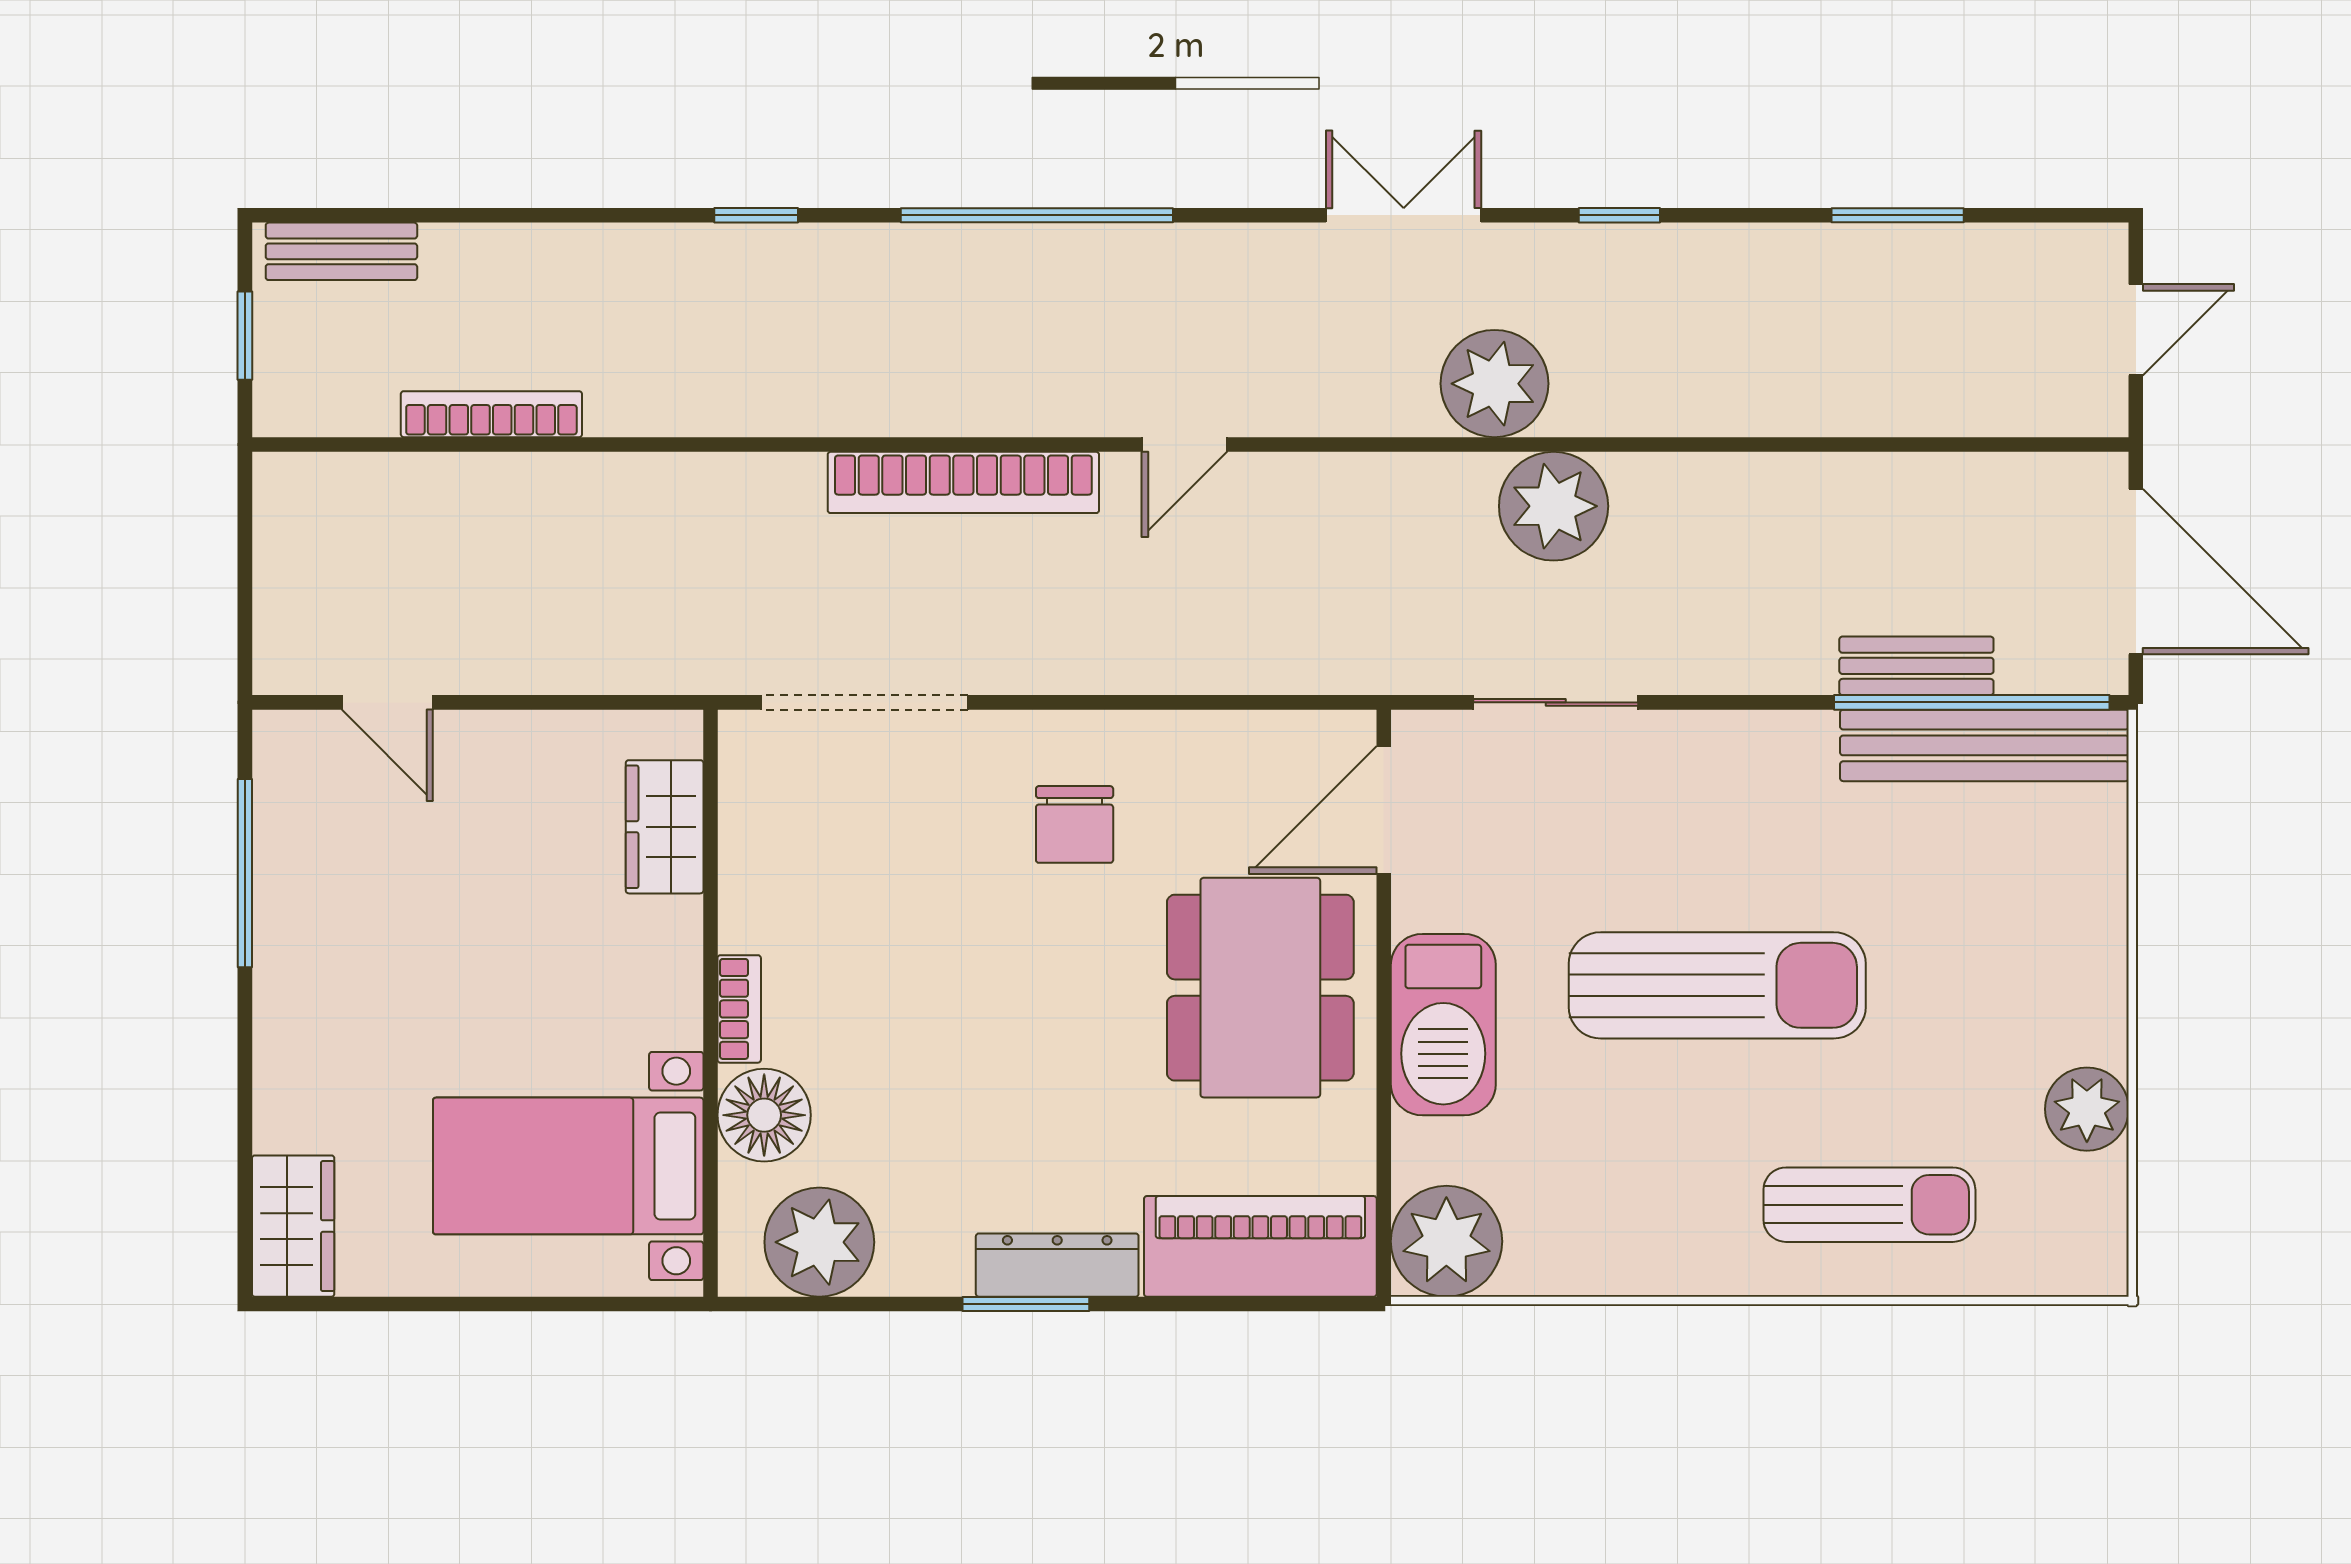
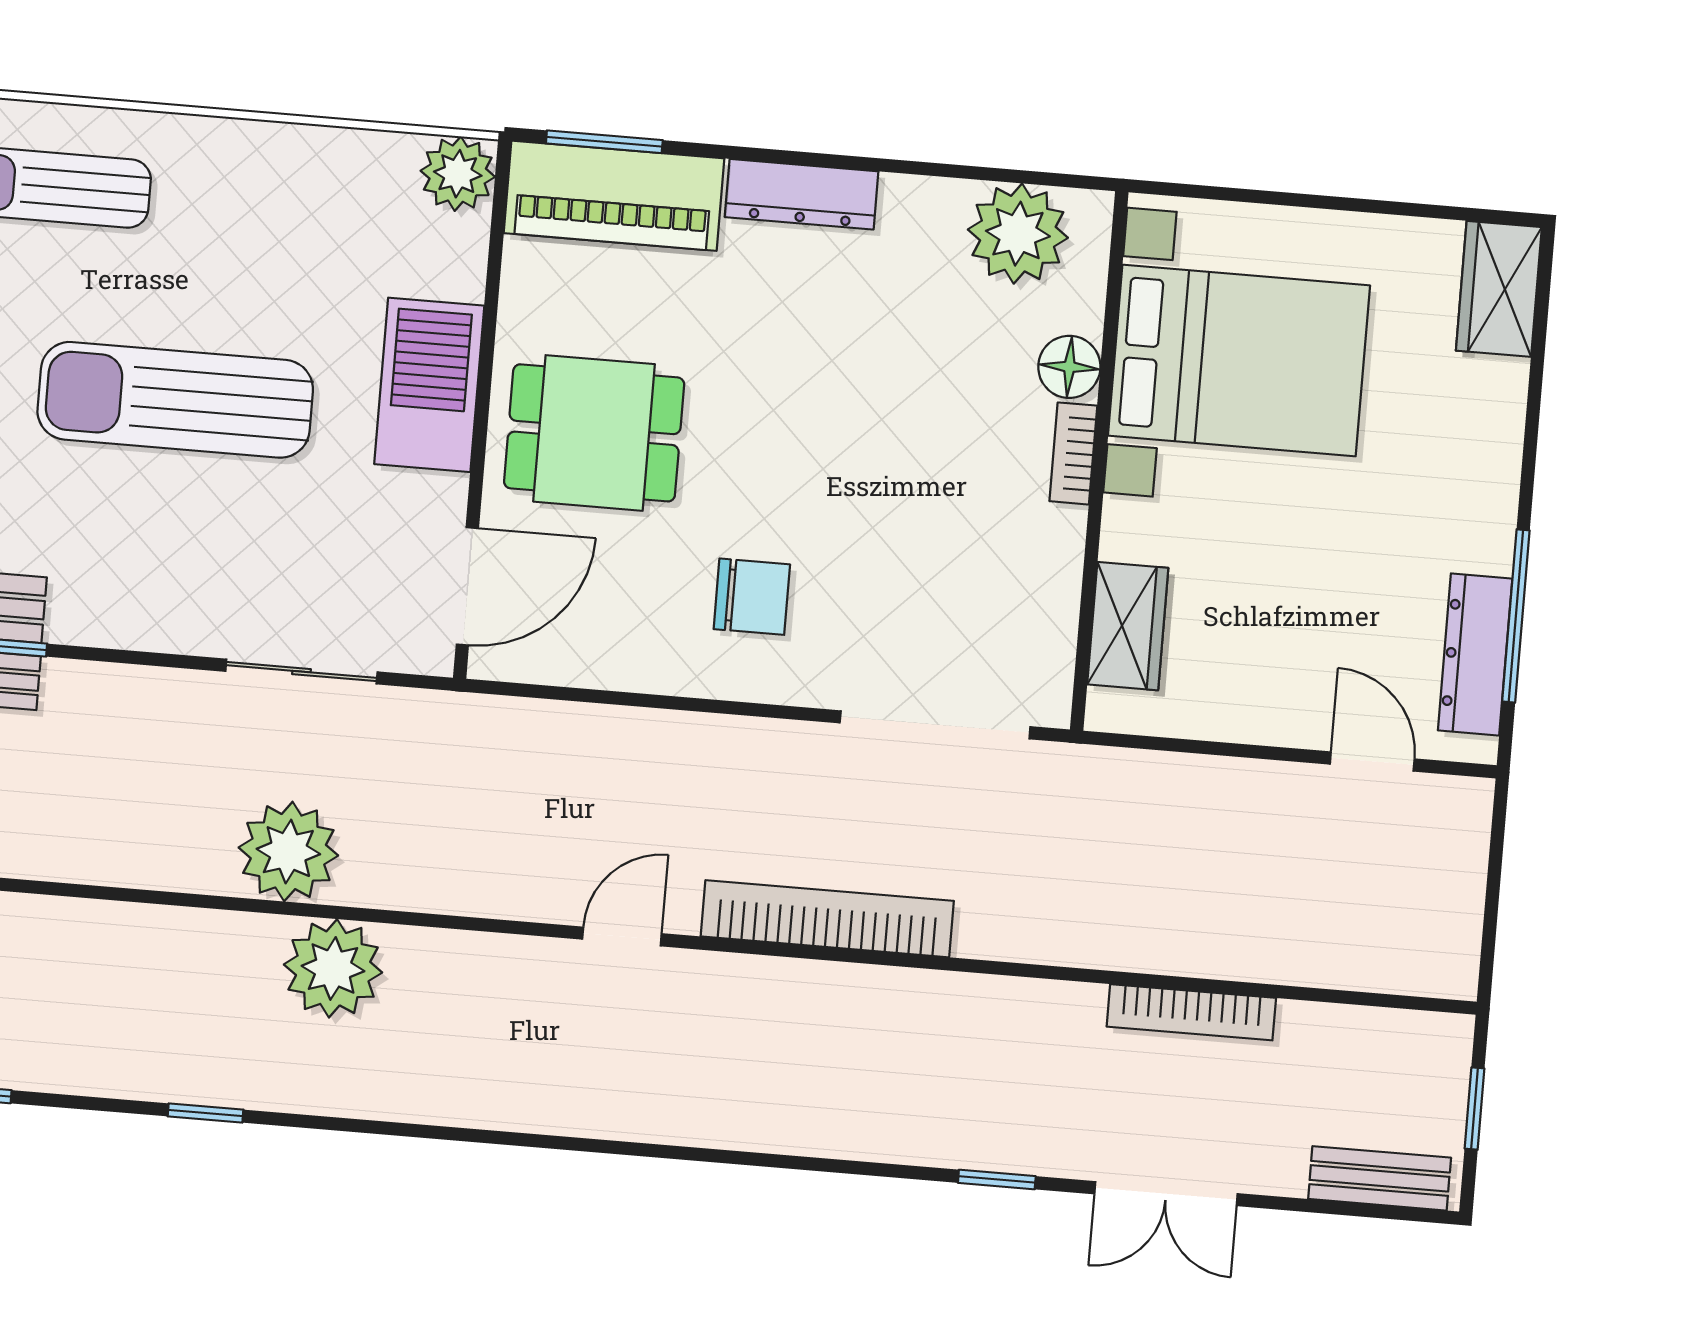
window: (1037, 215) -> (739, 1158), removed
double door: (1404, 215) -> (1166, 1194), moved
bookcase: (491, 414) -> (1191, 1012), moved
chair: (1075, 824) -> (752, 597), turned 90
dresser: (286, 828) -> (1475, 654), added
dining table: (1260, 988) -> (594, 433), width x0.73
floor lamp: (764, 1115) -> (1069, 367), width x0.73, depth x0.73
bed with nightstands: (568, 1166) -> (1239, 360), width x1.36
plant: (1446, 1241) -> (458, 174), width x0.73, depth x0.73
window: (1026, 1304) -> (604, 142), moved

